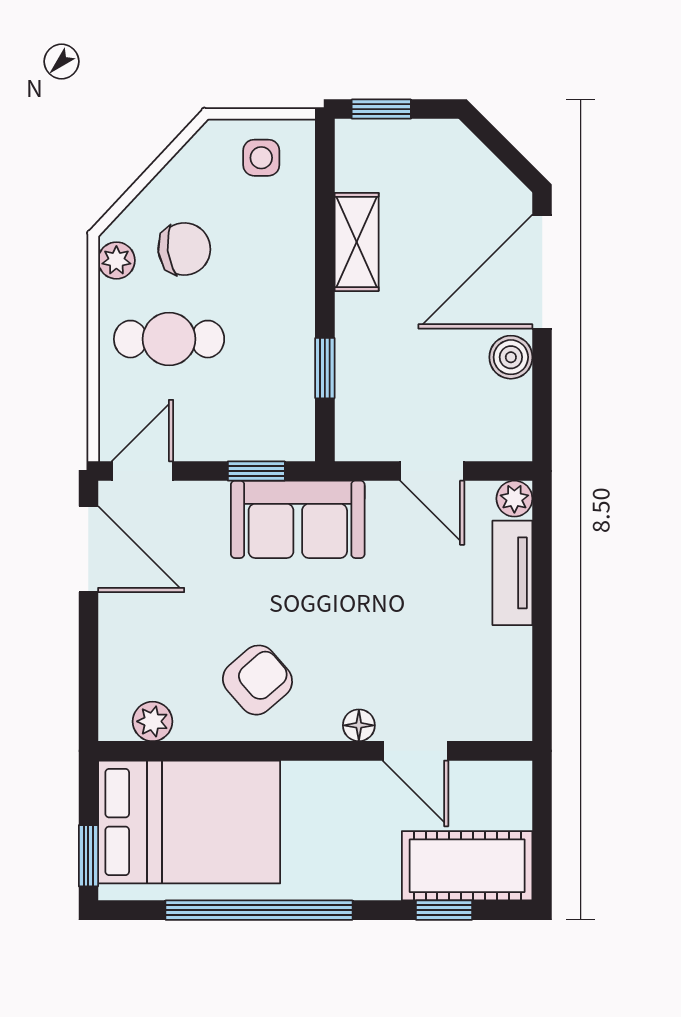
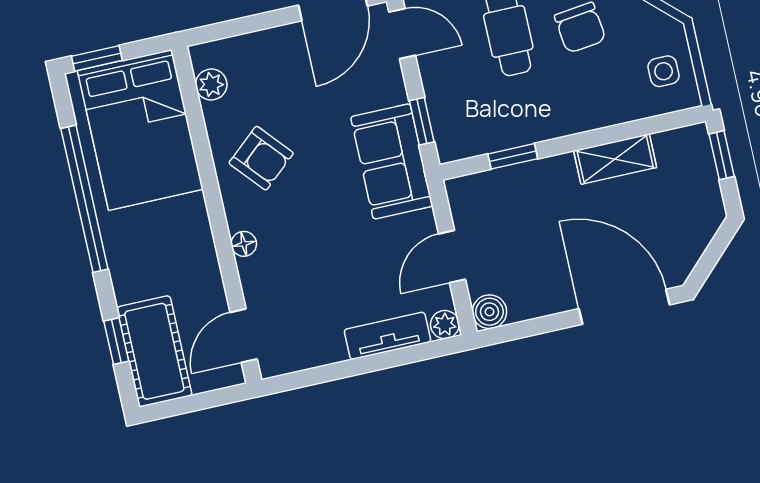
boiler: (511, 357) -> (489, 312), moved
door: (415, 751) -> (244, 336), moved

